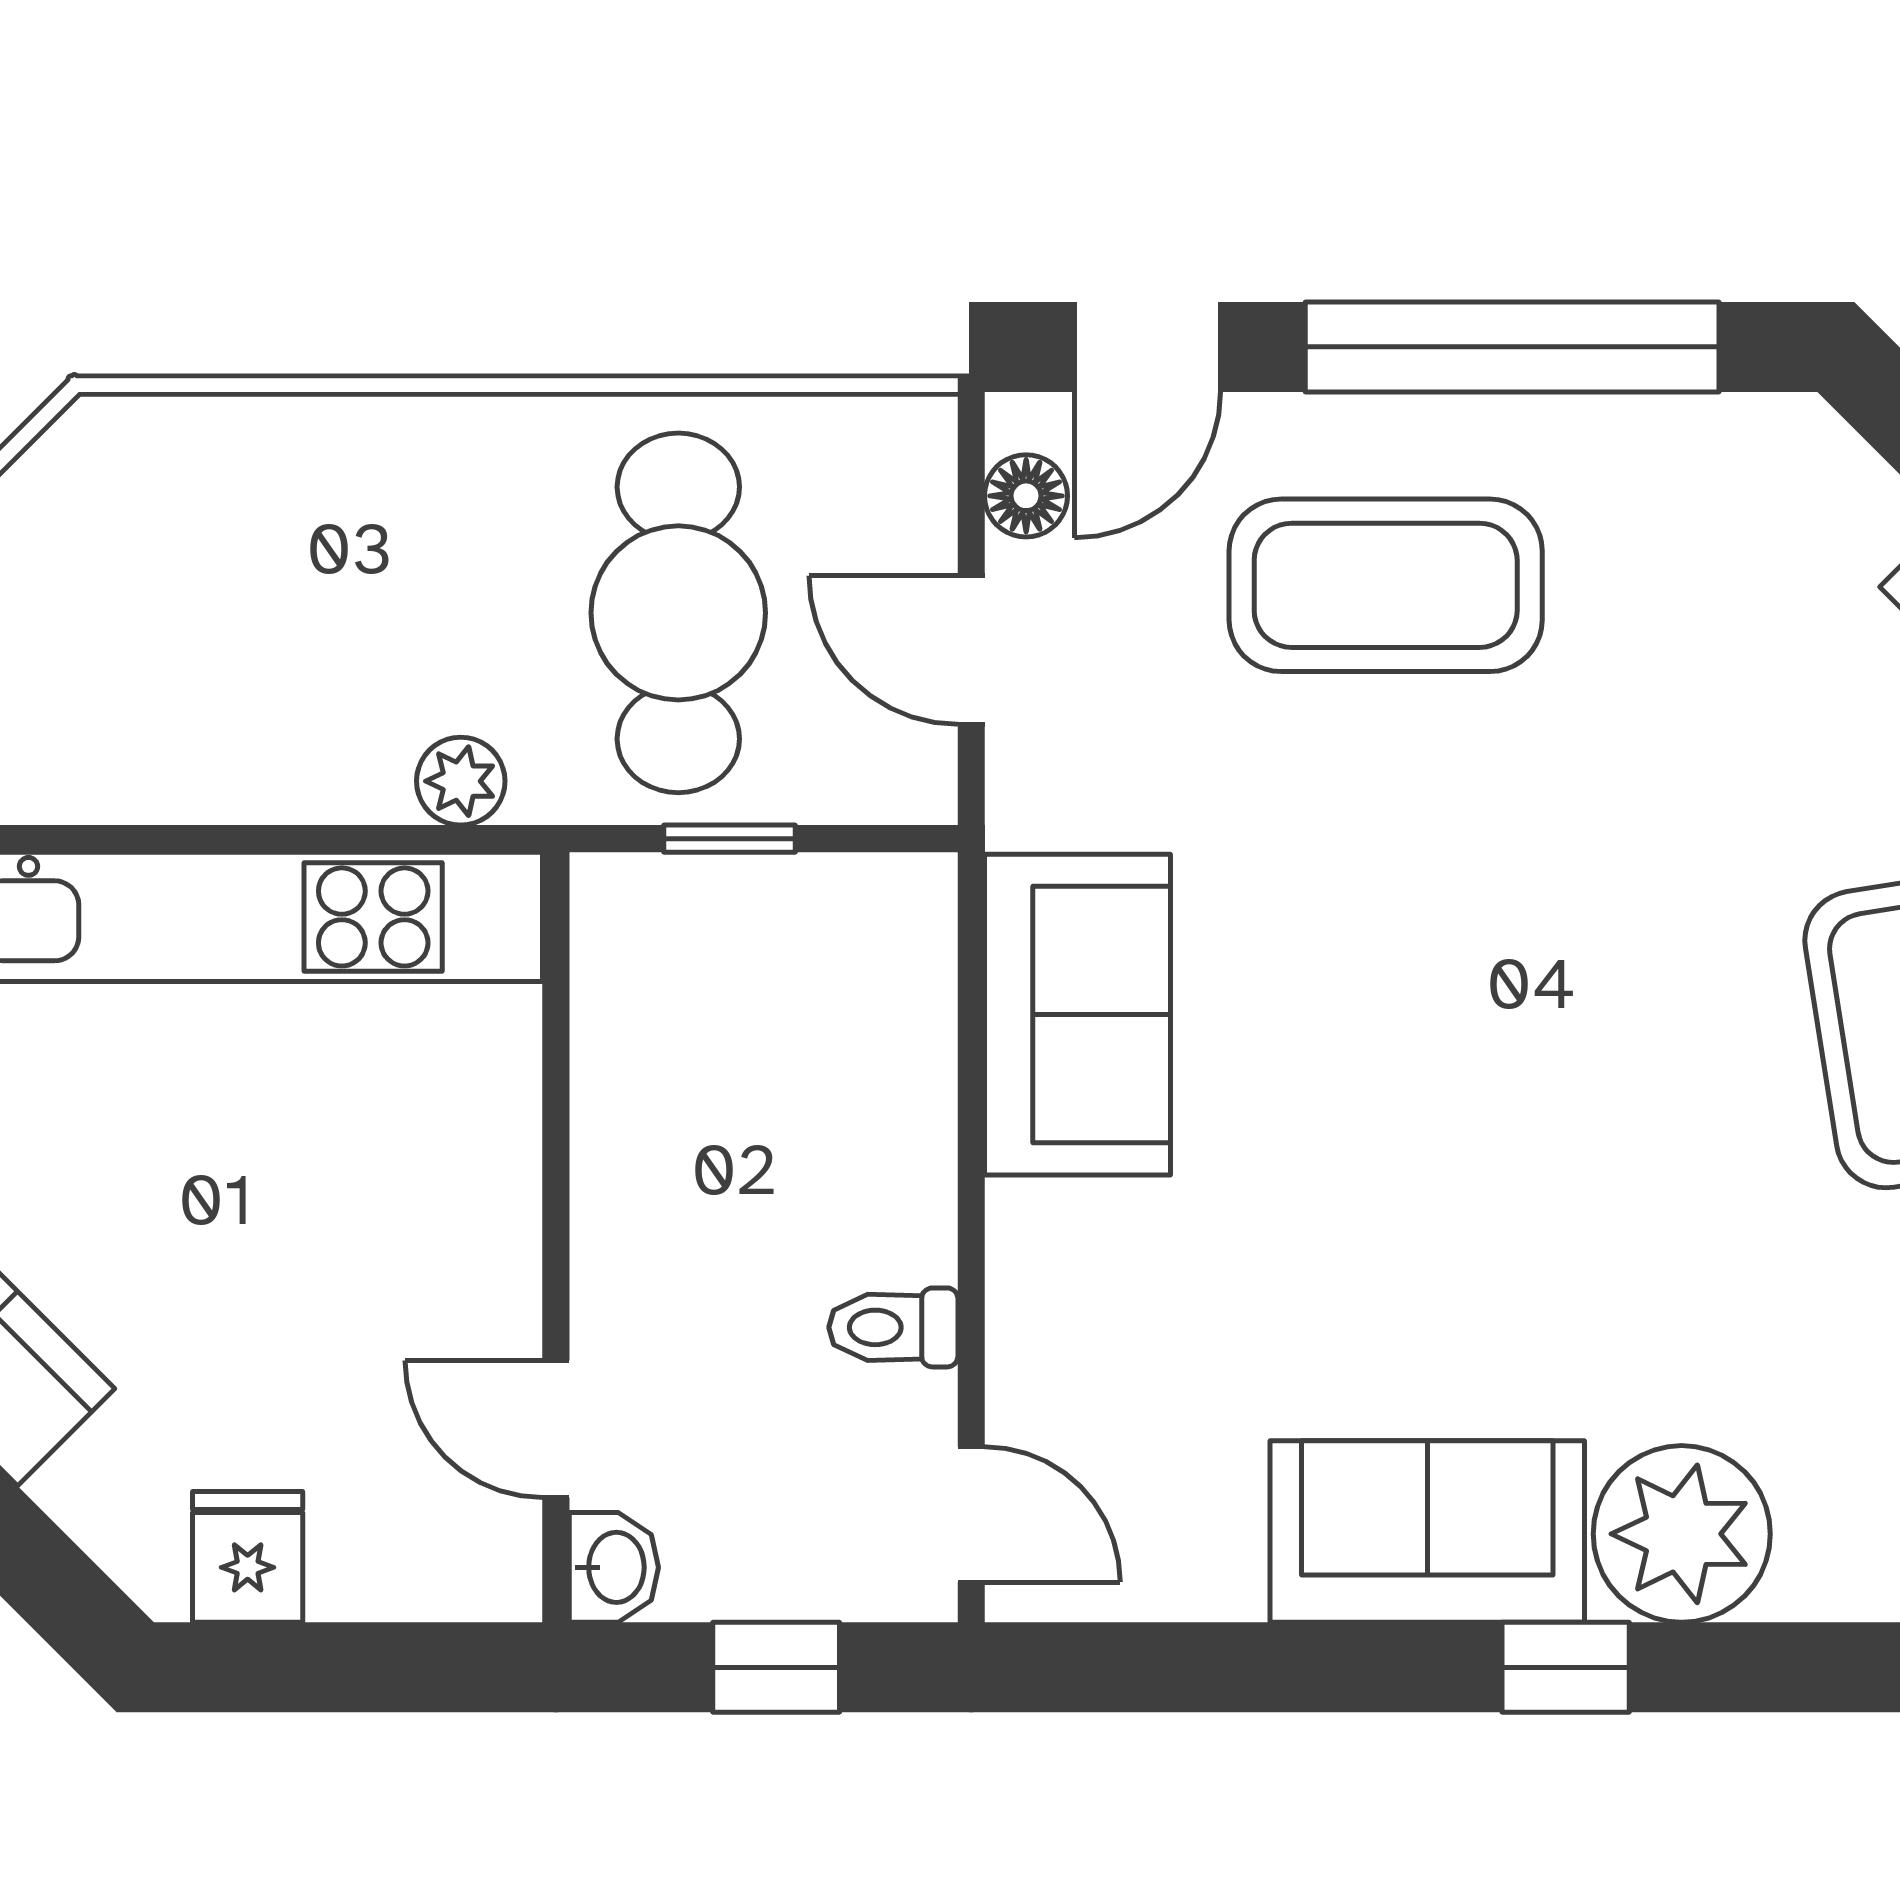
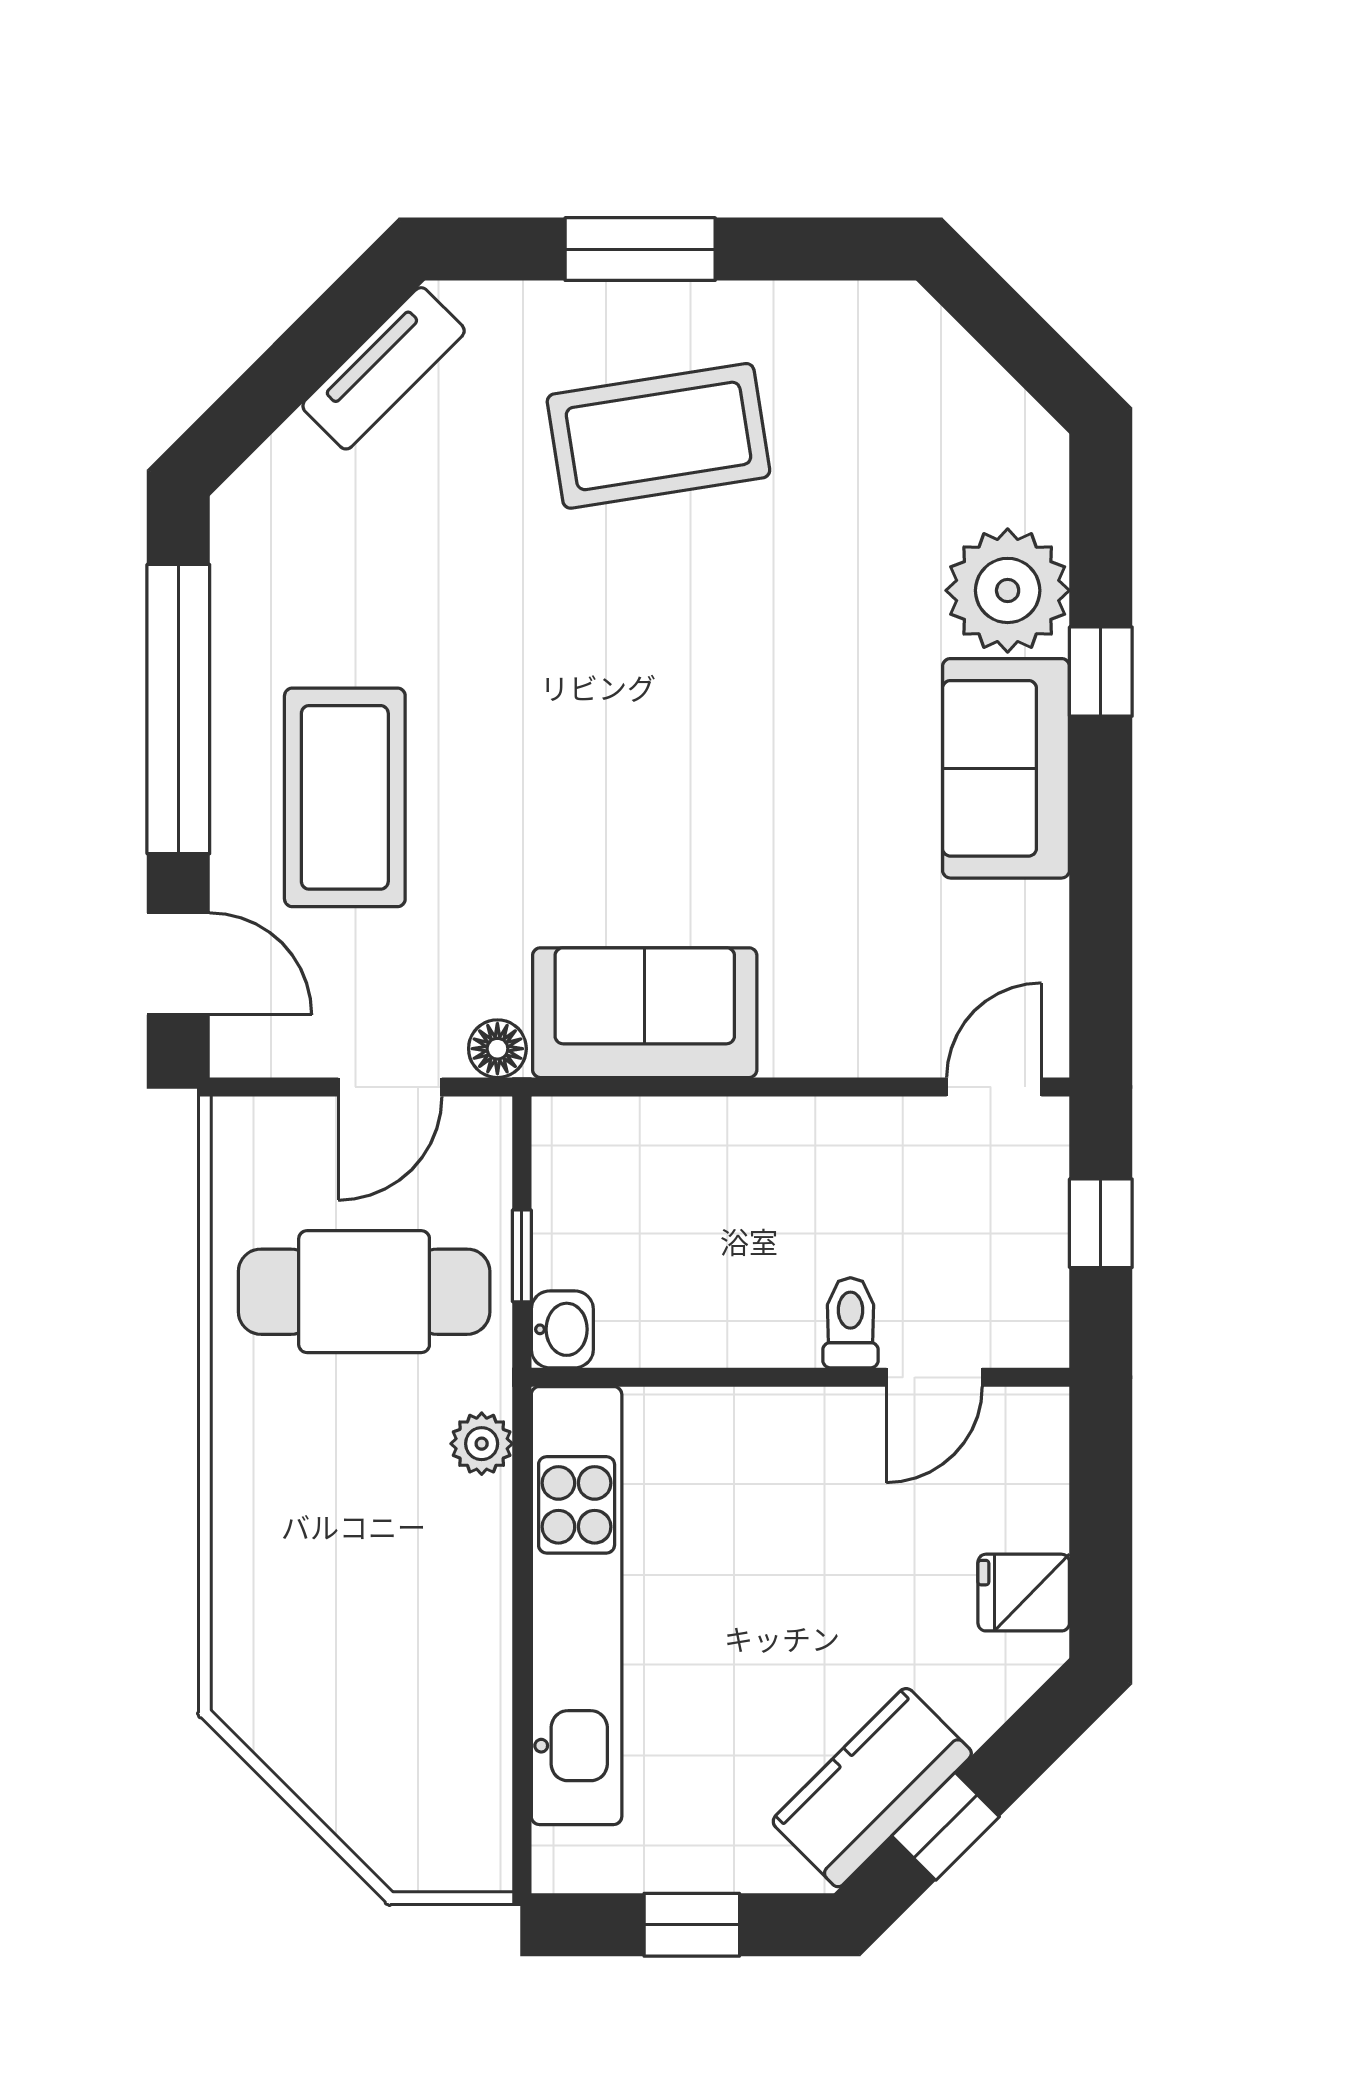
floor lamp: (1026, 496) -> (497, 1049), moved
toilet: (893, 1327) -> (850, 1323), moved, turned 180
washbasin: (614, 1567) -> (562, 1329), moved, turned 90

